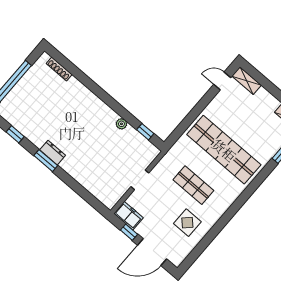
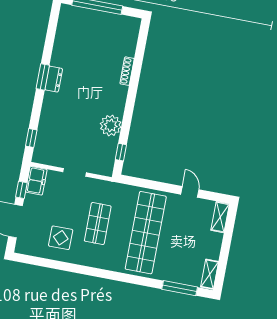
shoe rack: (59, 69) -> (127, 71), moved
door: (222, 81) -> (190, 192), moved
plant: (121, 124) -> (111, 125), width x1.87, depth x1.87
window: (15, 134) -> (31, 138), moved

